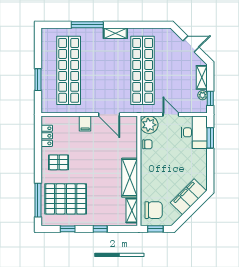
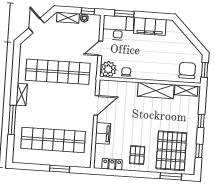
filing cabinet: (85, 124) -> (103, 133), width x2.00
filing cabinet: (188, 197) -> (150, 26), moved, turned -45
window: (38, 200) -> (171, 176), width x0.69

